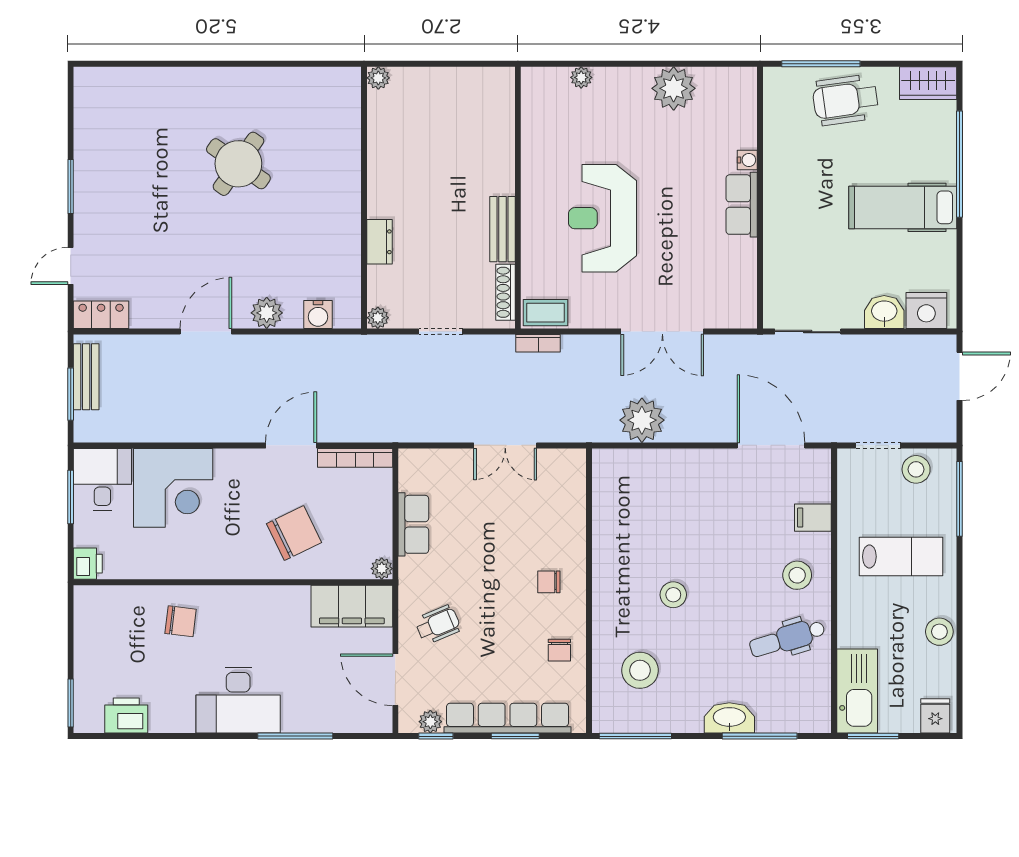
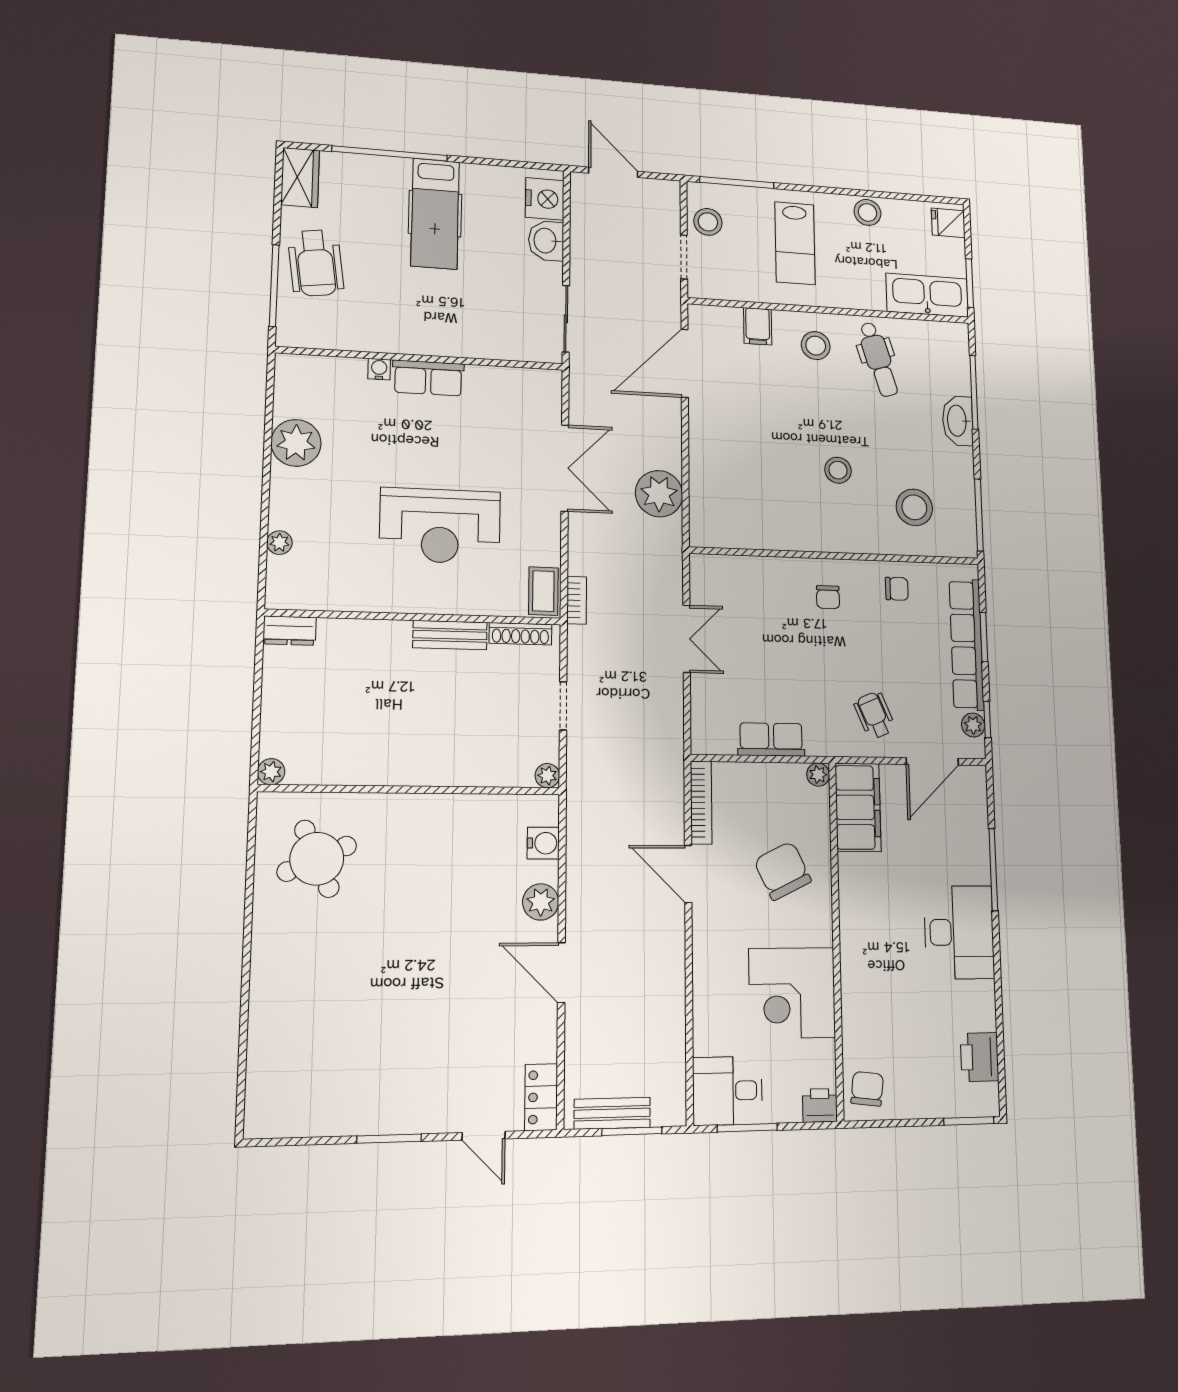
round table: (238, 164) -> (317, 859), moved, turned 31
dresser: (380, 242) -> (290, 631), moved, turned 180
corner desk: (173, 488) -> (792, 993), moved, turned 180
lab bench: (901, 557) -> (795, 243), turned 180
chair: (181, 621) -> (867, 1089), moved

